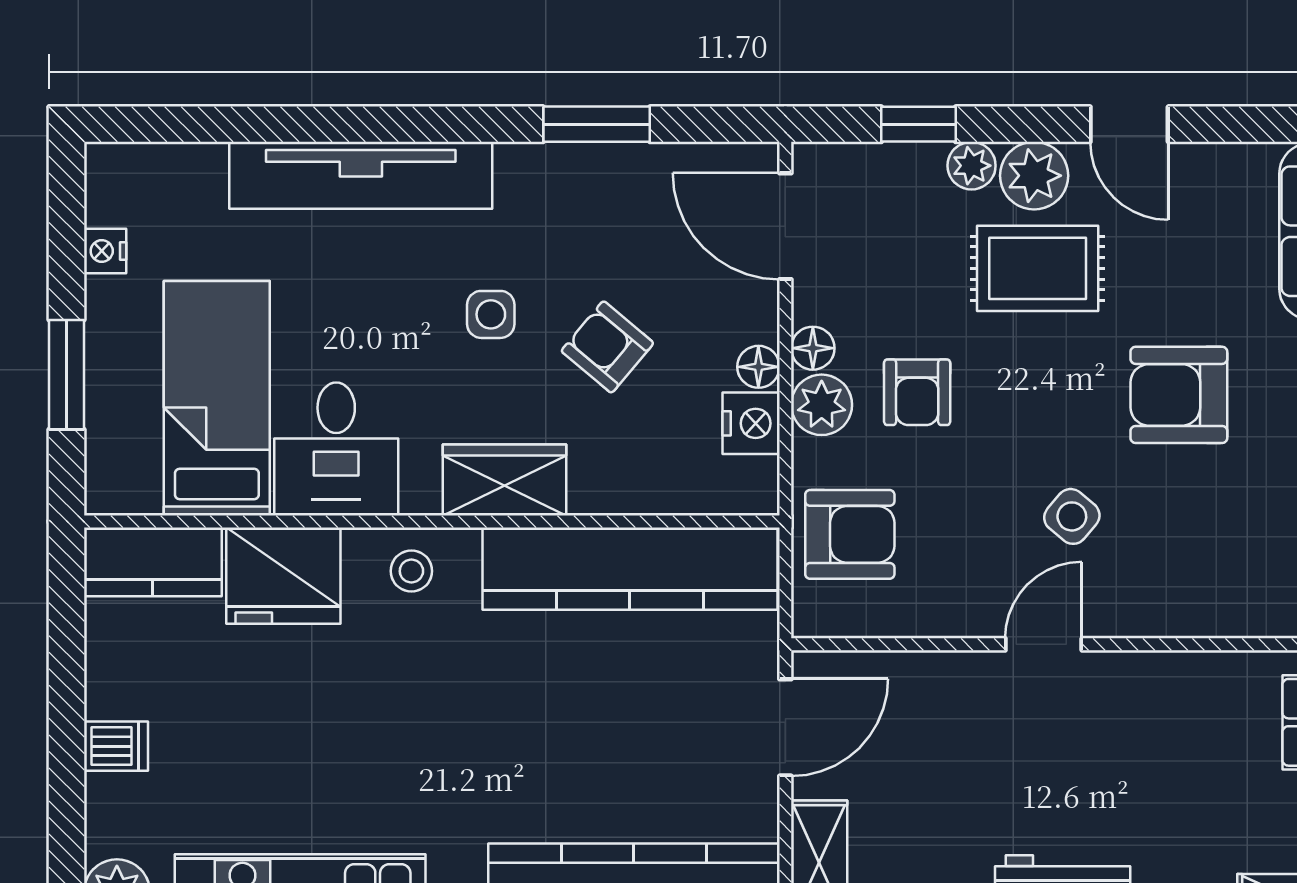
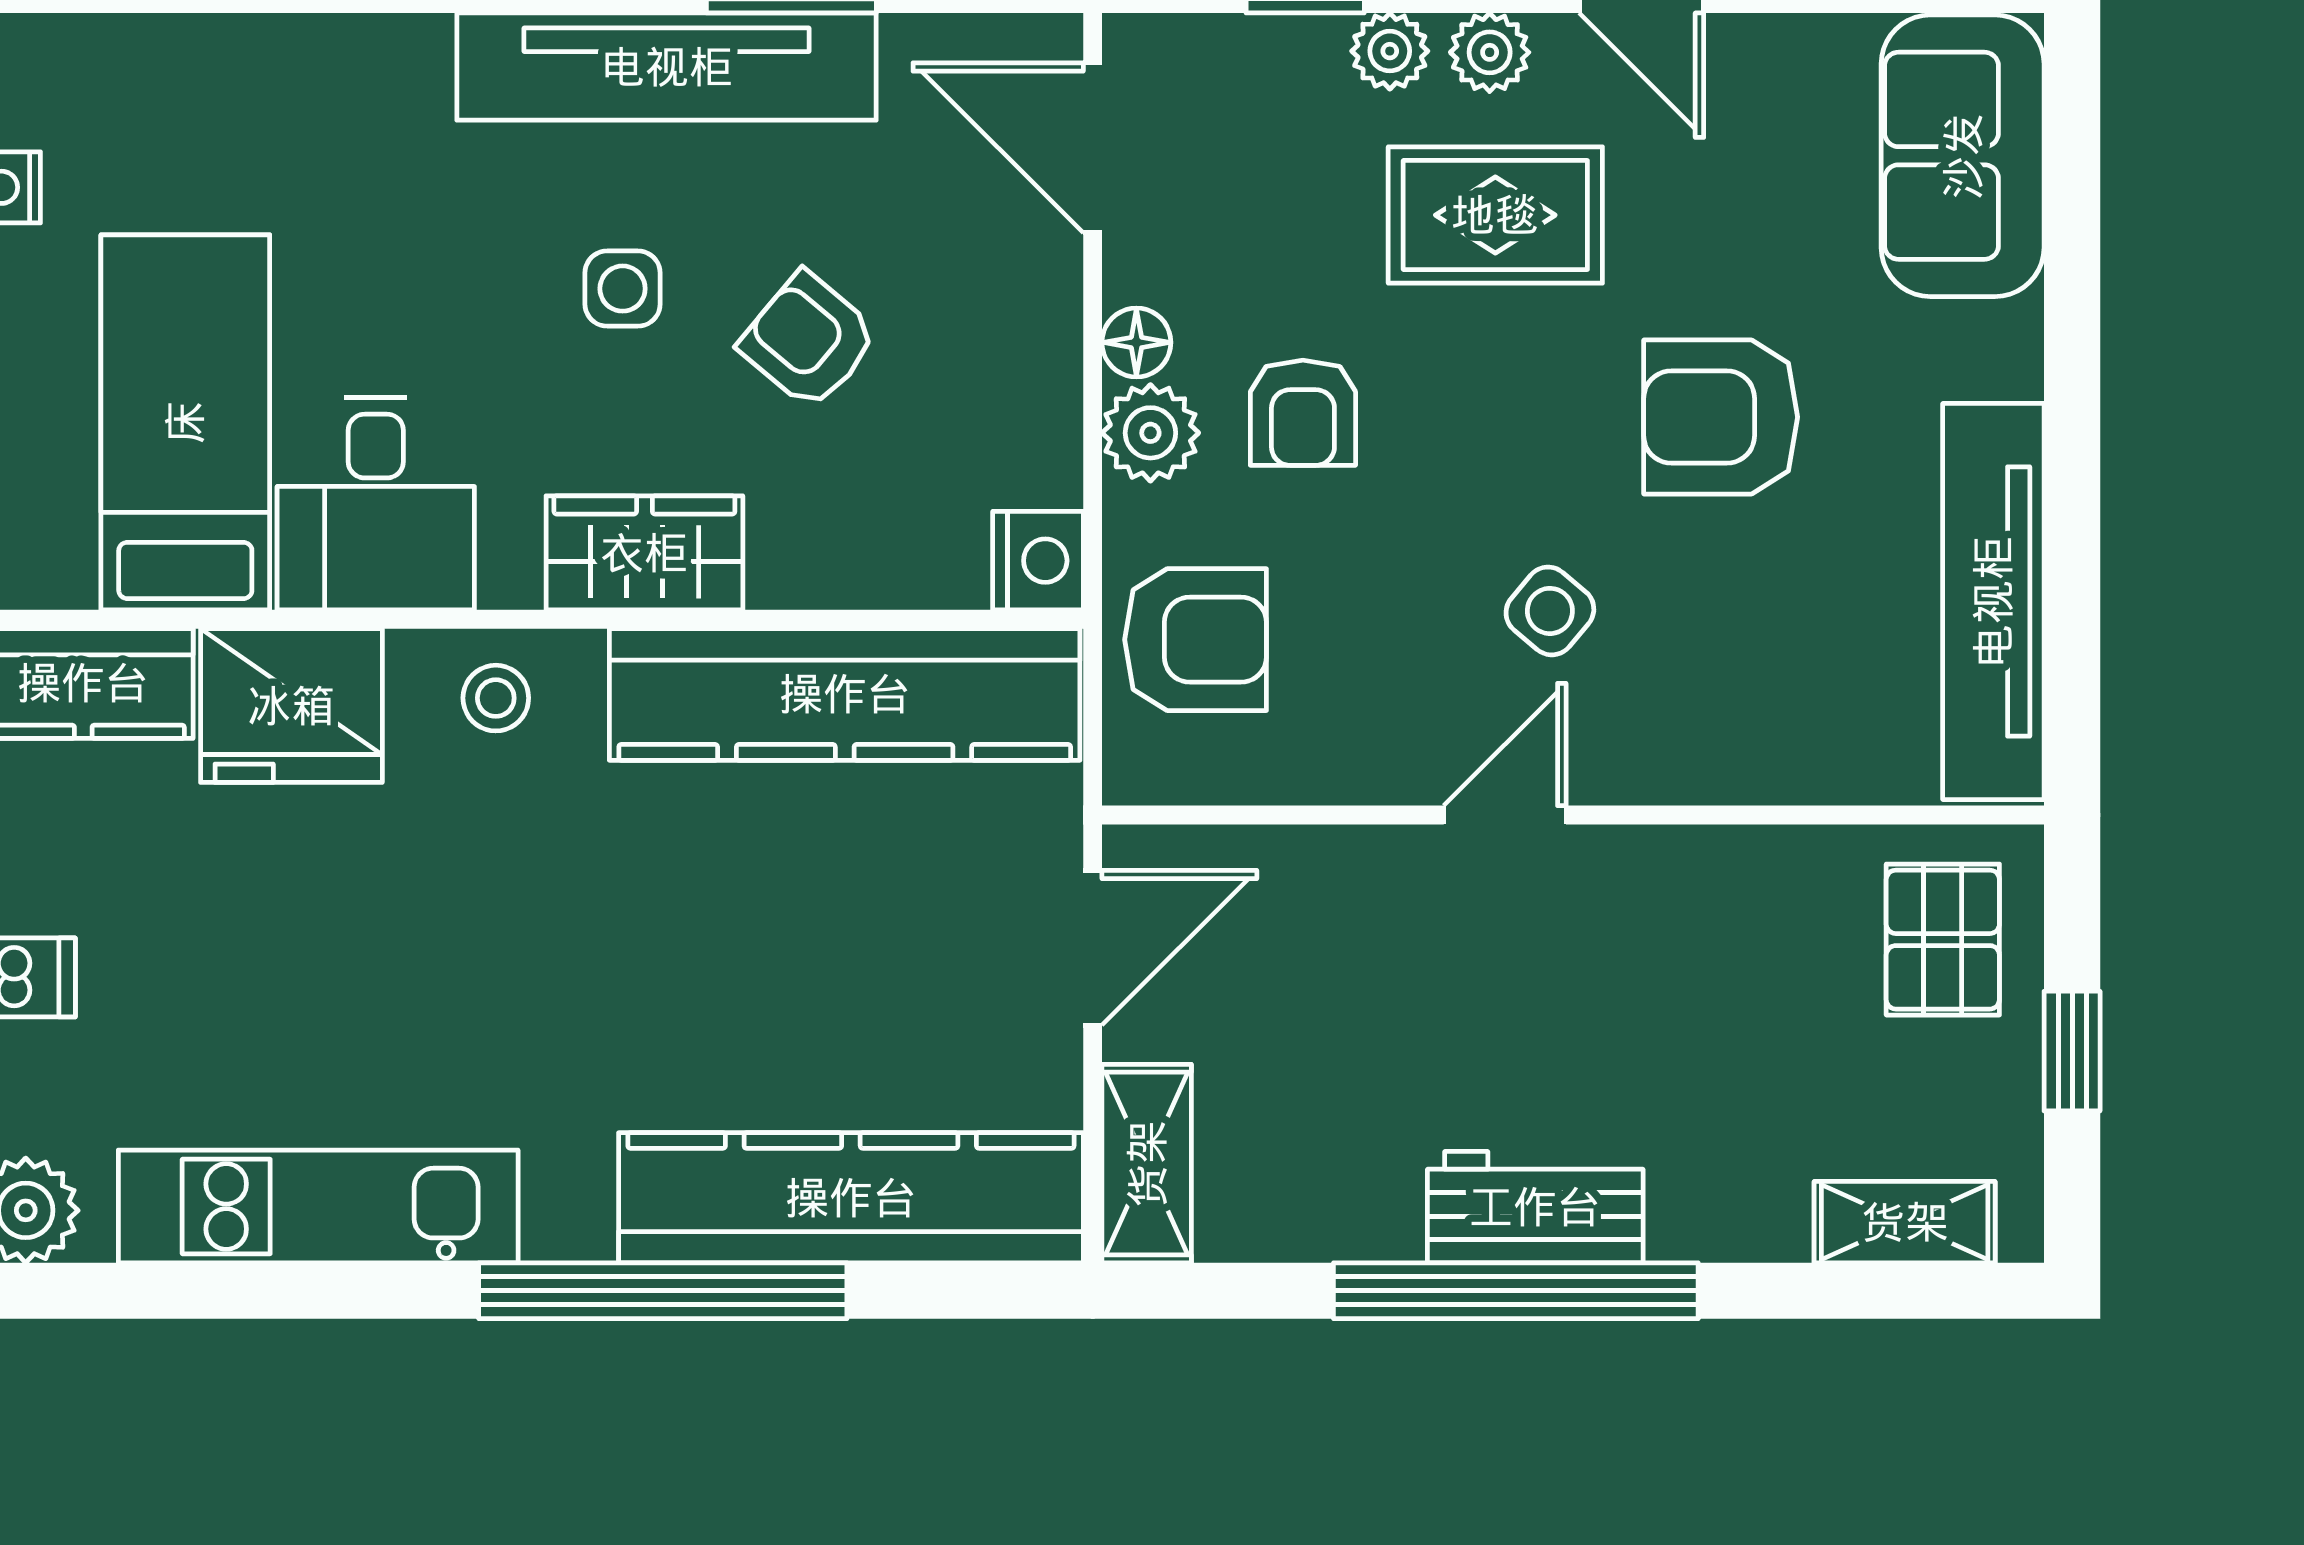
tv unit: (361, 175) -> (667, 67), moved
plant: (1034, 176) -> (1490, 52), width x0.73, depth x0.73
floor lamp: (758, 367) -> (1050, 372), removed
nightstand: (751, 423) -> (1038, 561), moved

